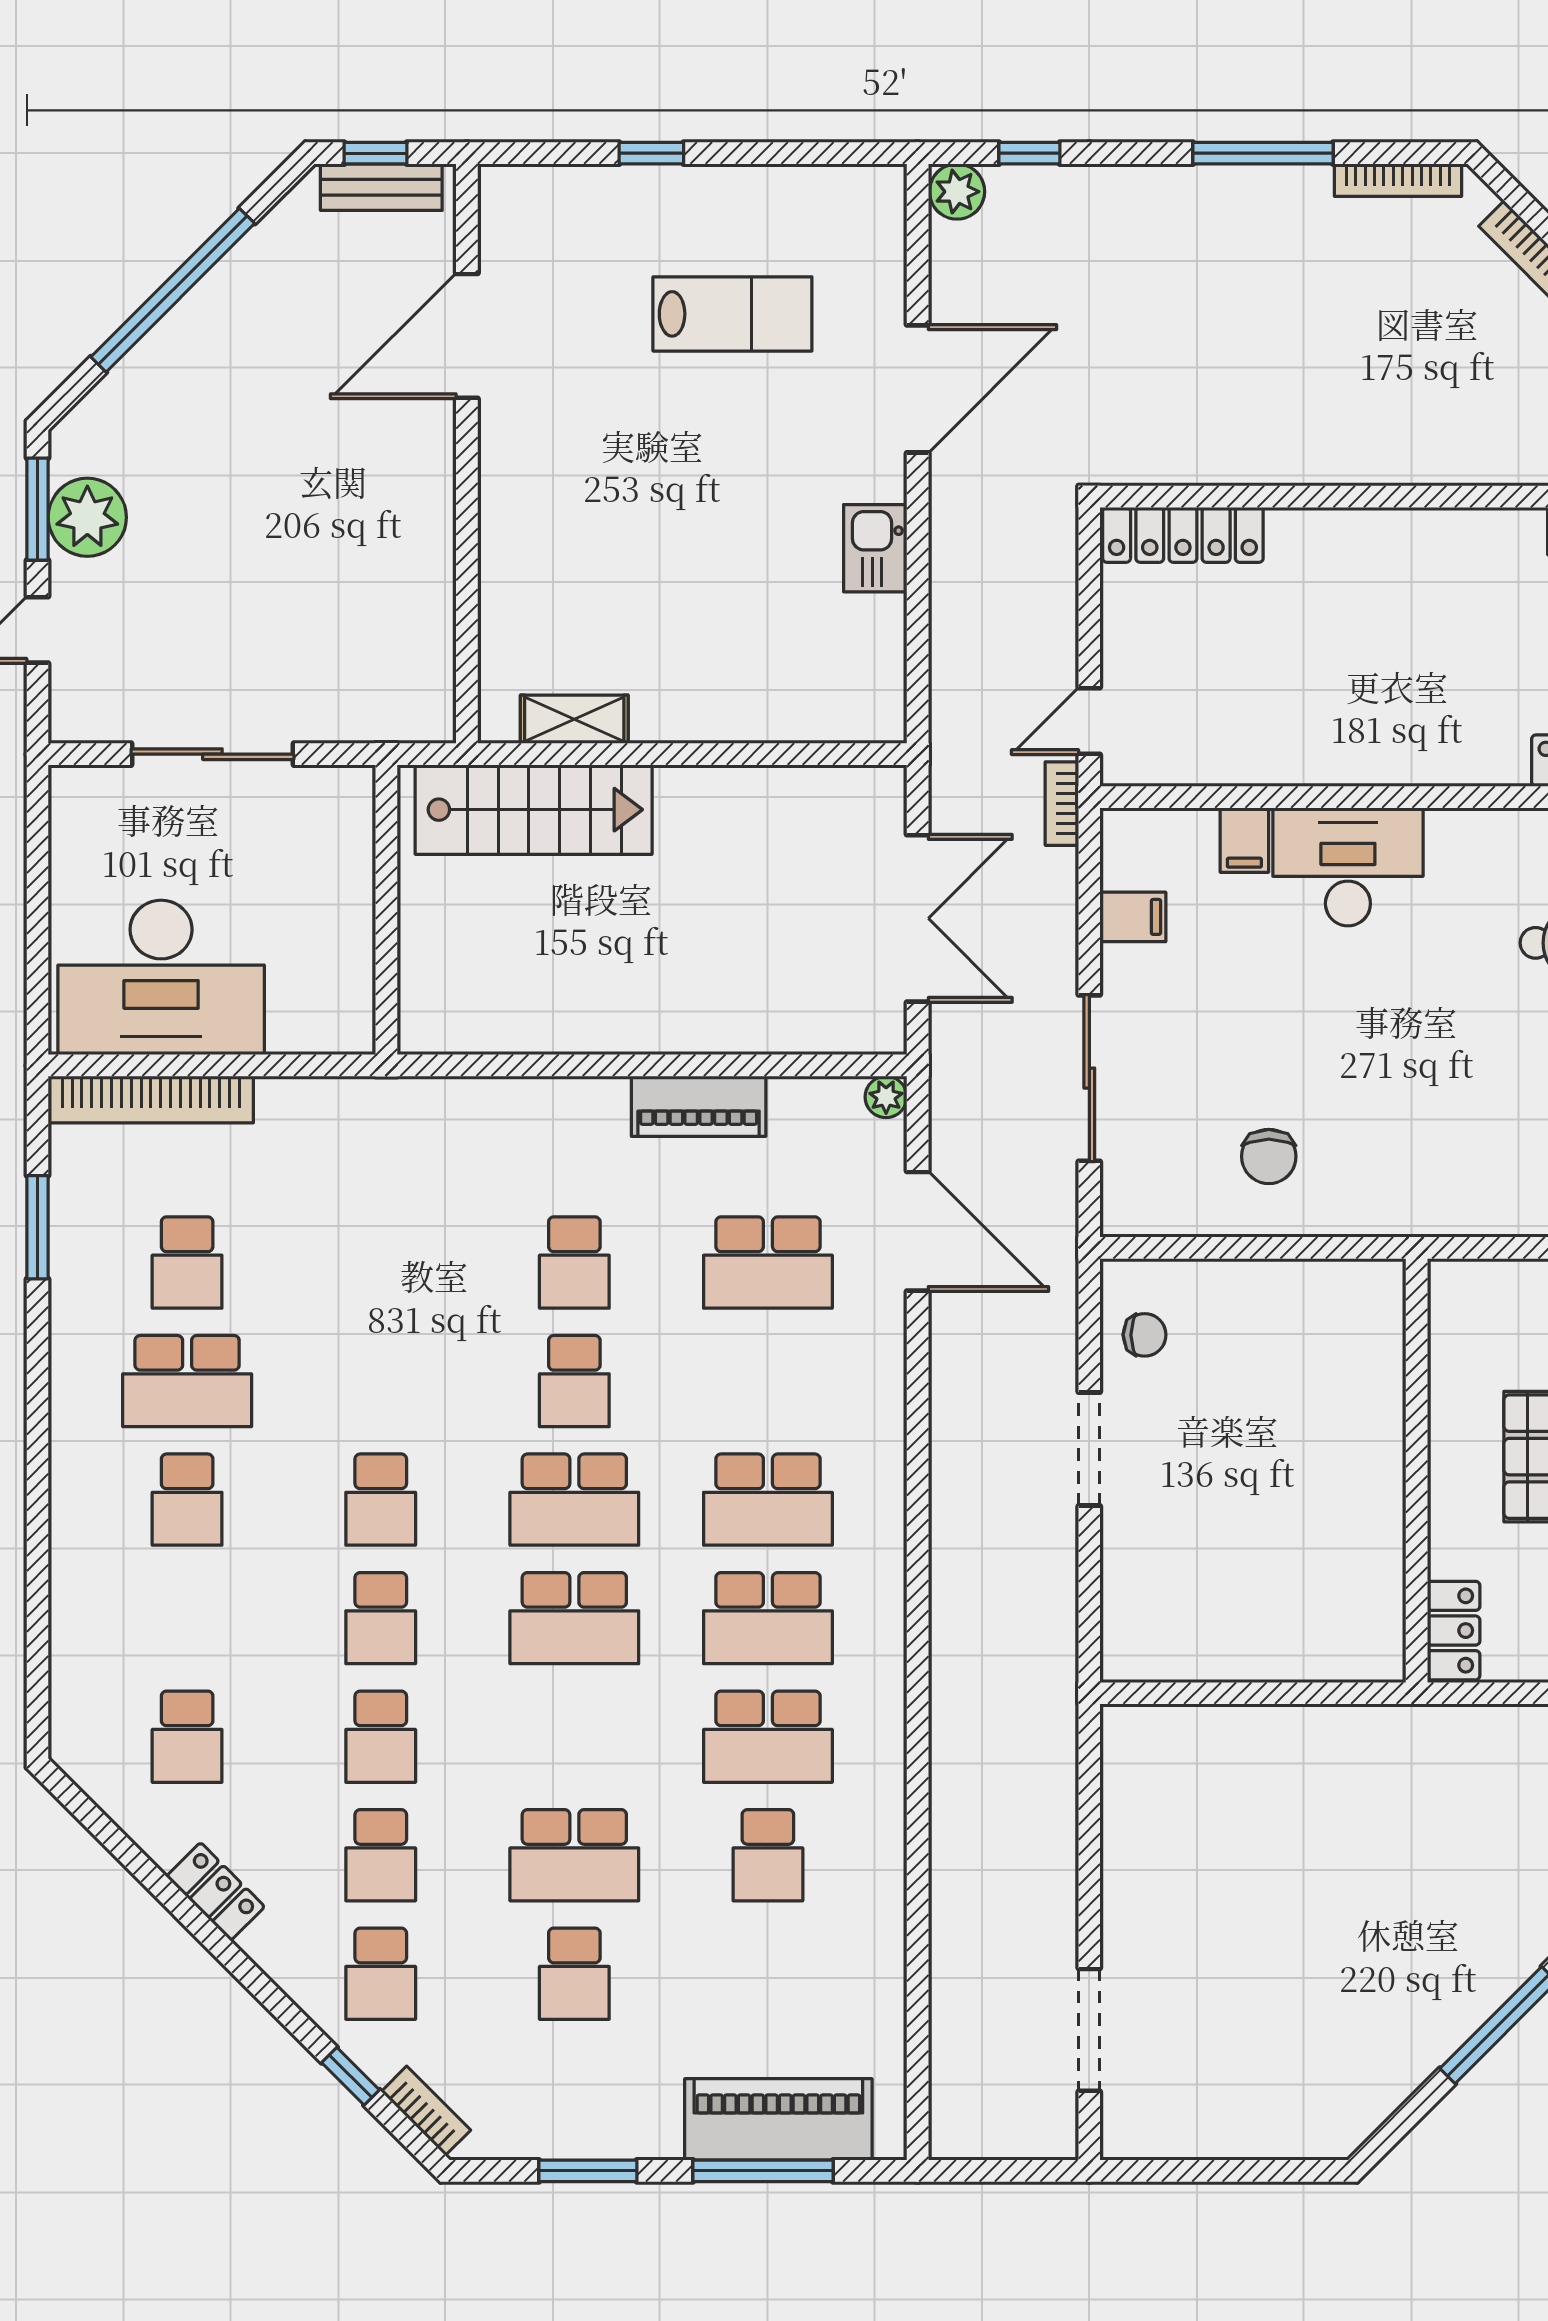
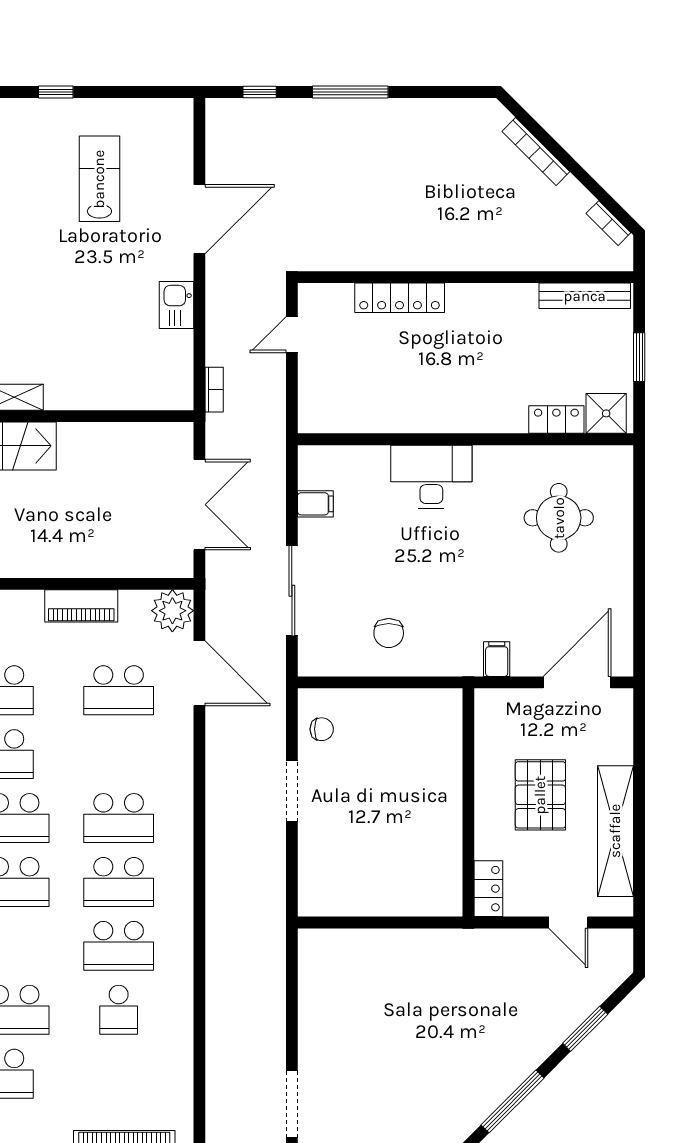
window: (1263, 153) -> (350, 92), moved
bookcase: (1398, 180) -> (458, 107), removed
plant: (957, 192) -> (221, 113), removed
lab bench: (732, 314) -> (99, 179), turned -90
locker: (1183, 535) -> (400, 298), moved
door: (1089, 721) -> (292, 335), moved
bookcase: (1062, 804) -> (214, 390), moved, turned 180
filing cabinet: (1244, 840) -> (497, 659), moved, turned 180
plant: (886, 1097) -> (172, 611), width x1.88, depth x1.88

